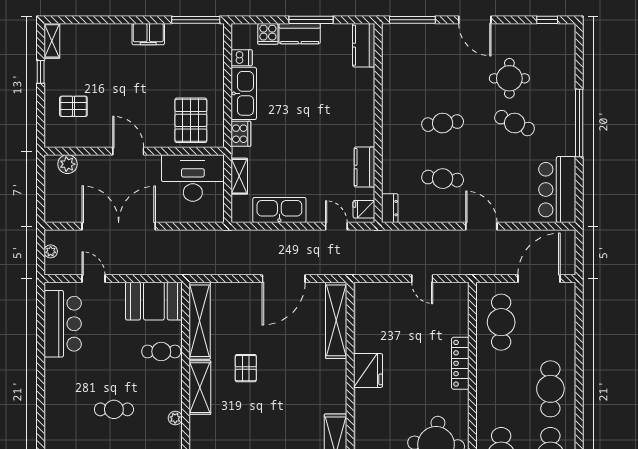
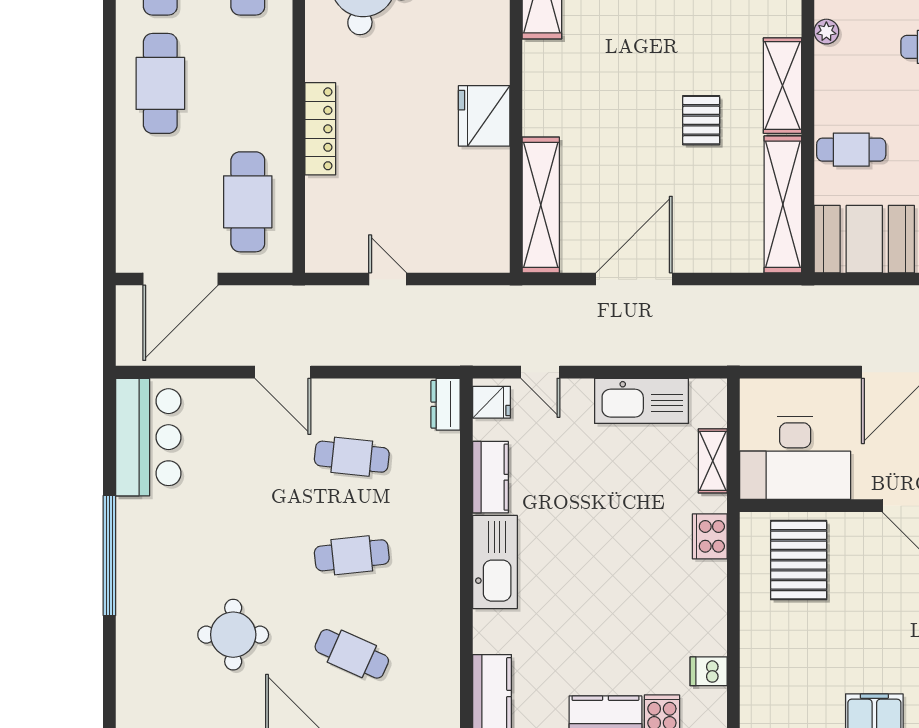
kitchen sink: (244, 93) -> (495, 562), moved, turned 180
cafe table: (515, 123) -> (352, 654), moved

